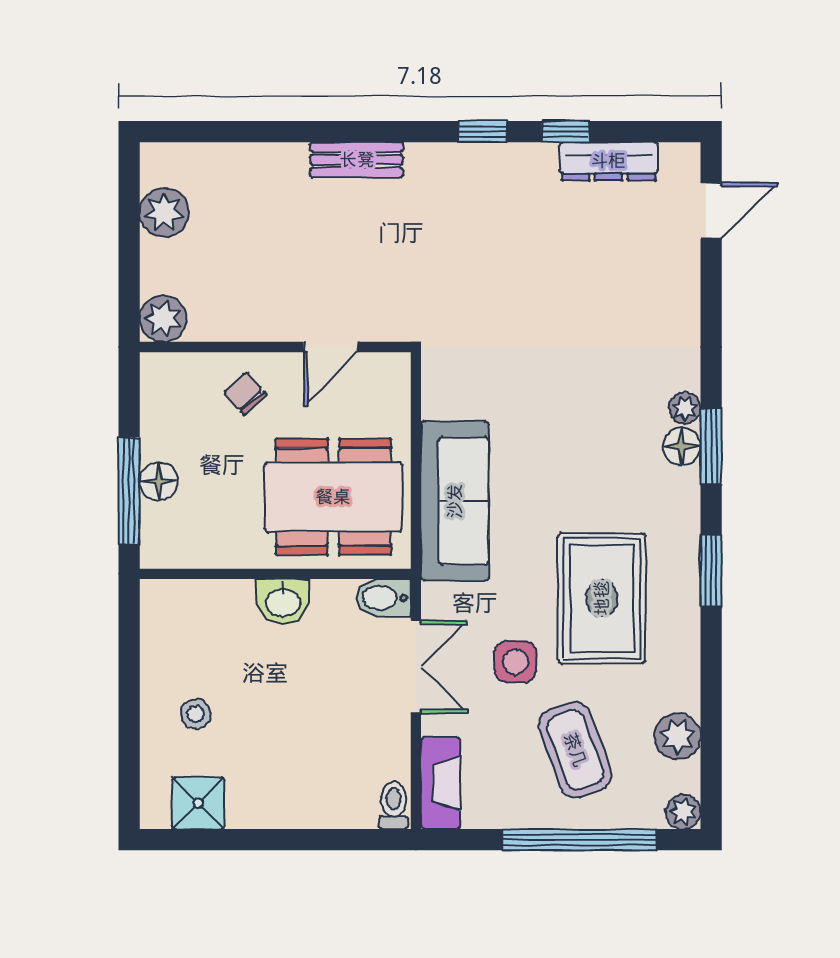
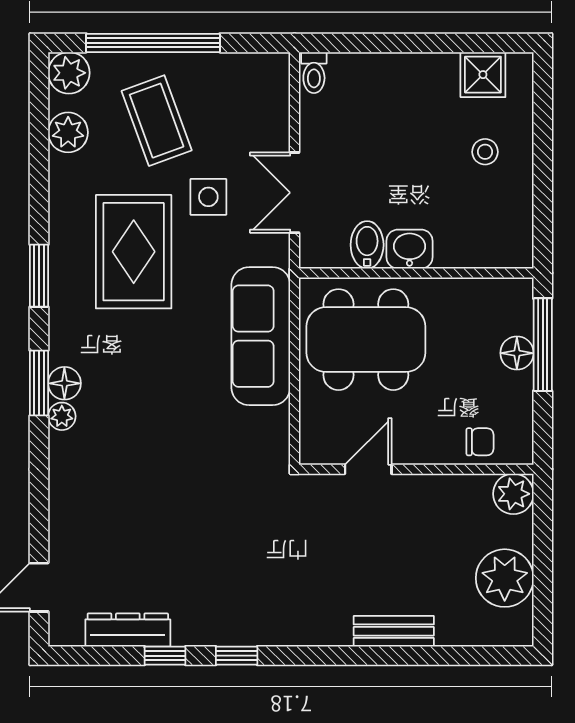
bench: (357, 160) -> (394, 631), moved
plant: (164, 212) -> (505, 578), width x1.36, depth x1.36
chair: (245, 394) -> (480, 442), moved, turned -48
bidet: (383, 598) -> (367, 245), moved, turned -90
fireplace: (441, 783) -> (273, 92), removed
plant: (683, 812) -> (69, 73), width x1.38, depth x1.38

